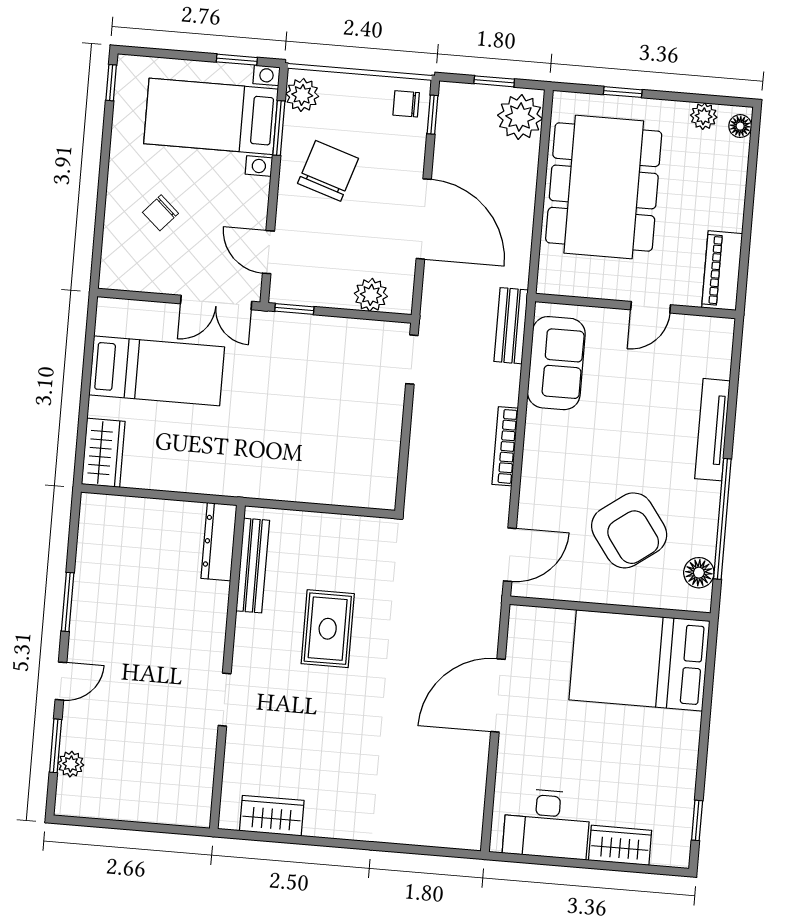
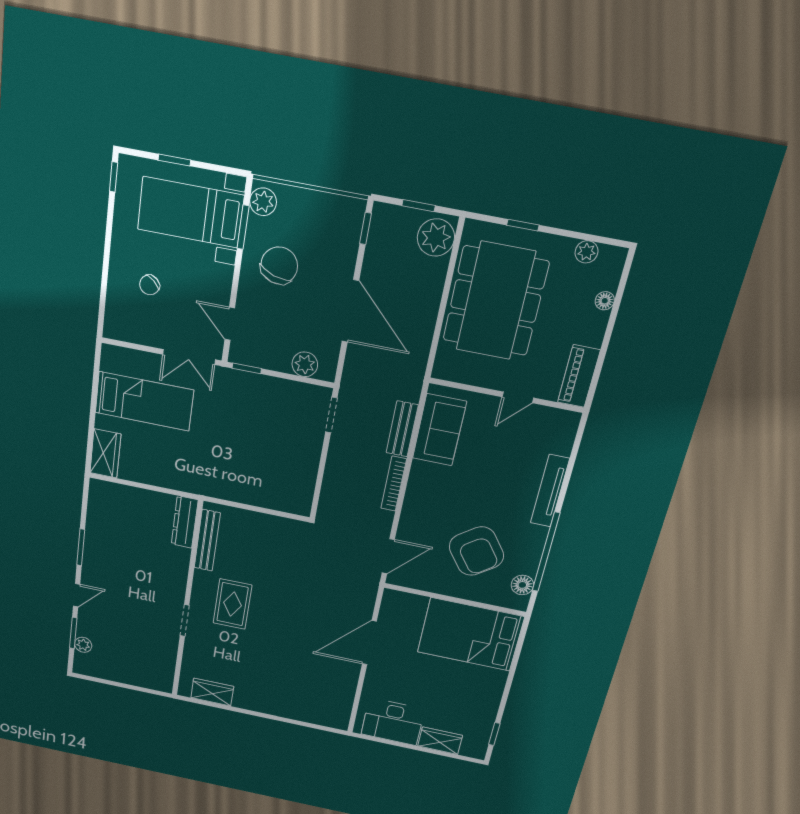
window: (237, 60) -> (174, 160), moved
chair: (406, 104) -> (345, 217), removed
floor lamp: (740, 126) -> (605, 301), moved
bench: (511, 326) -> (402, 429), moved
rug: (328, 629) -> (232, 604), moved

